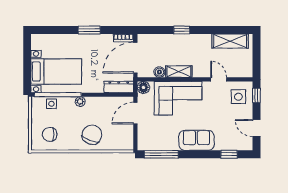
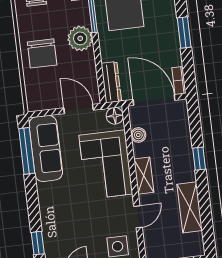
shelving: (230, 41) -> (190, 207), moved
shelving: (179, 72) -> (144, 176), moved
plant: (80, 102) -> (80, 38), width x1.88, depth x1.88
chair: (92, 135) -> (42, 53), turned 70
sofa: (196, 140) -> (46, 148), moved, width x1.36

